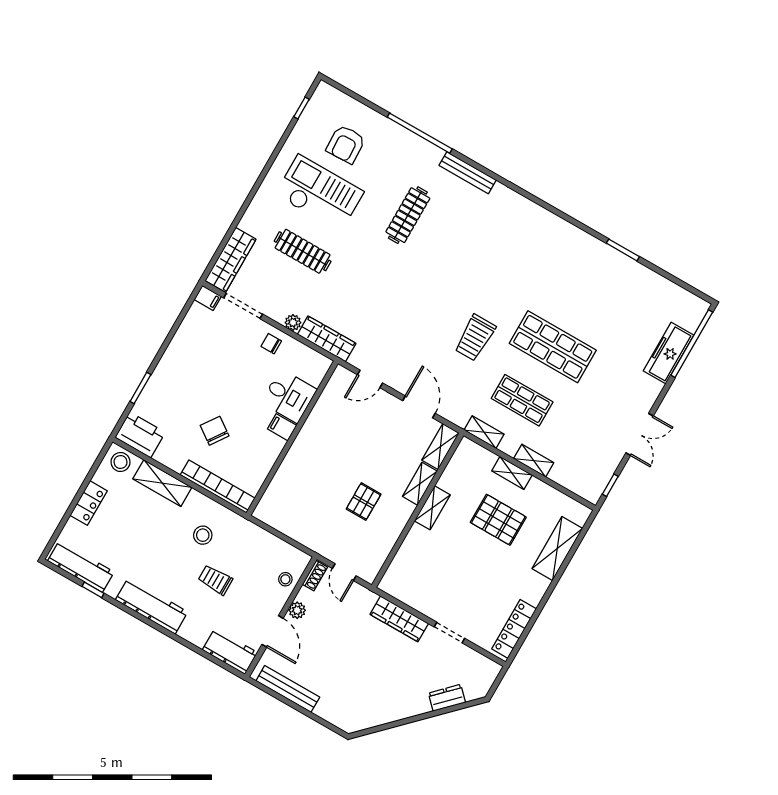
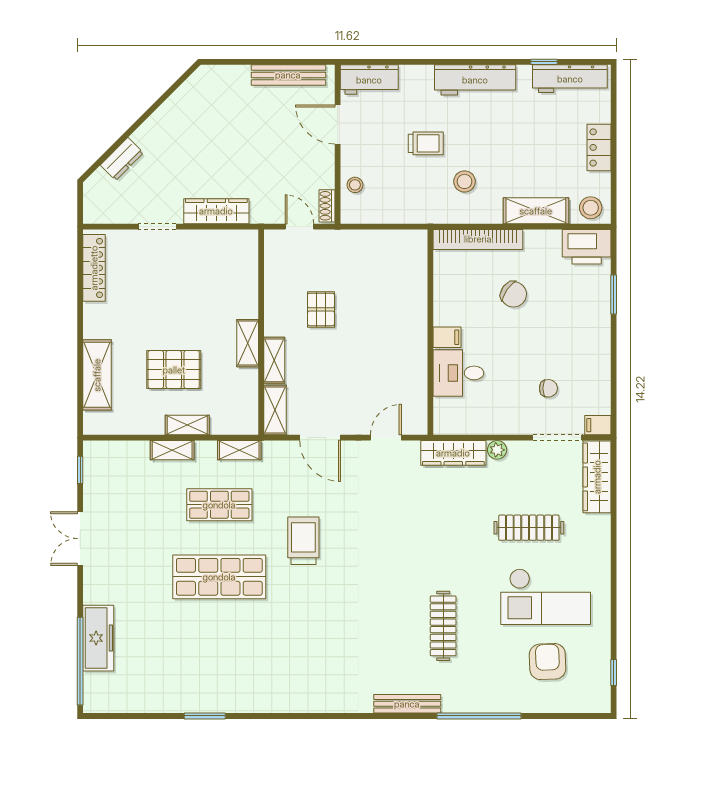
chair: (271, 344) -> (548, 388), moved
plant: (297, 610) -> (325, 160), removed

